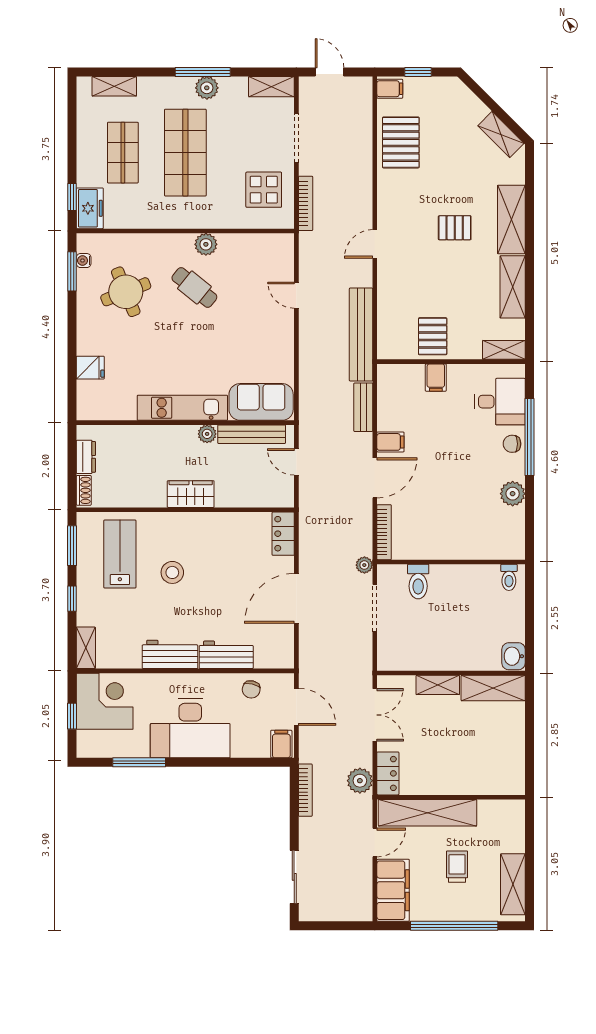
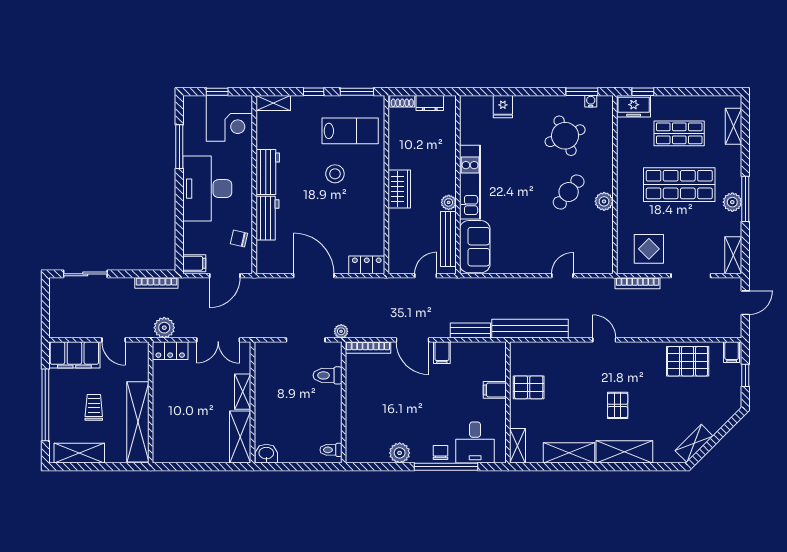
shelving: (427, 813) -> (138, 422), moved
trolley: (457, 867) -> (94, 407), turned -90

